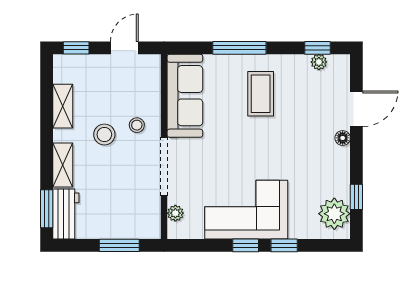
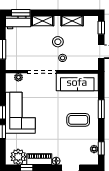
window: (239, 48) -> (101, 109), width x0.69
piano: (339, 172) -> (39, 159), added

